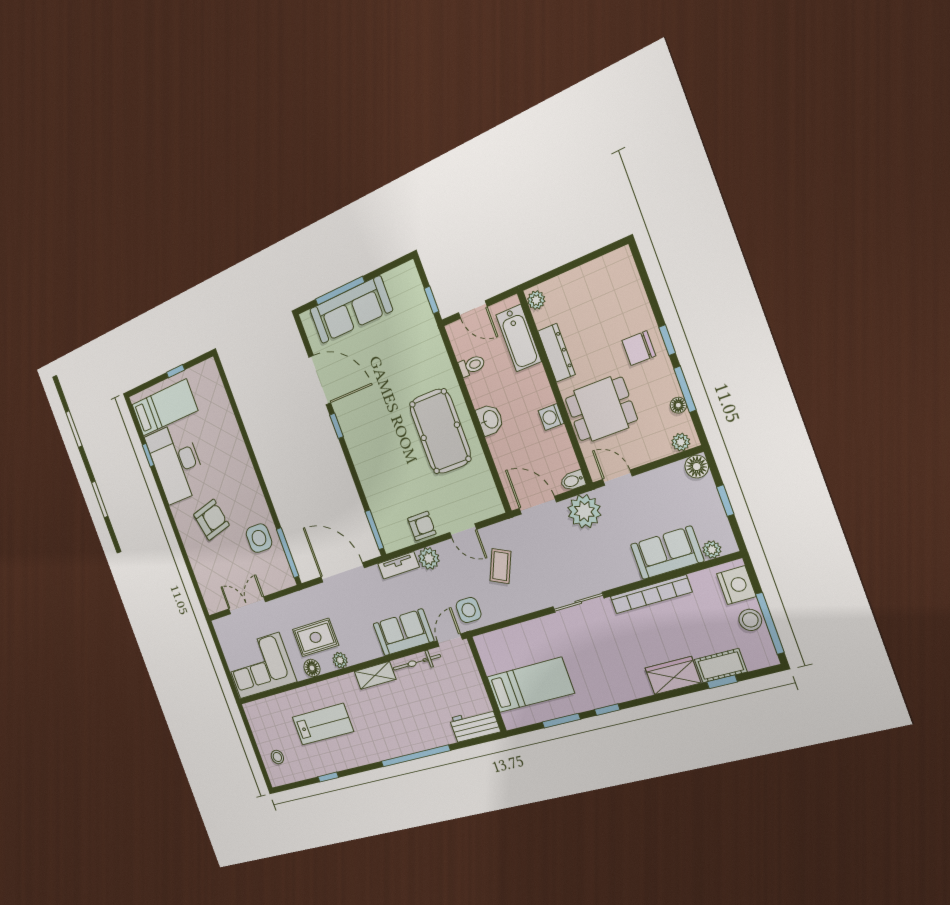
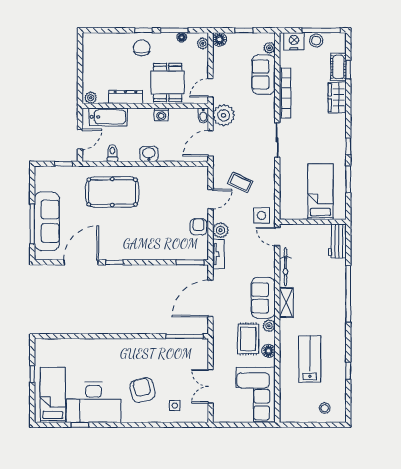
chair: (639, 348) -> (142, 48), turned 180
pool table: (440, 431) -> (112, 192), moved
side table: (259, 538) -> (175, 406), moved, width x0.54, depth x0.54
sofa: (403, 632) -> (263, 298), moved

